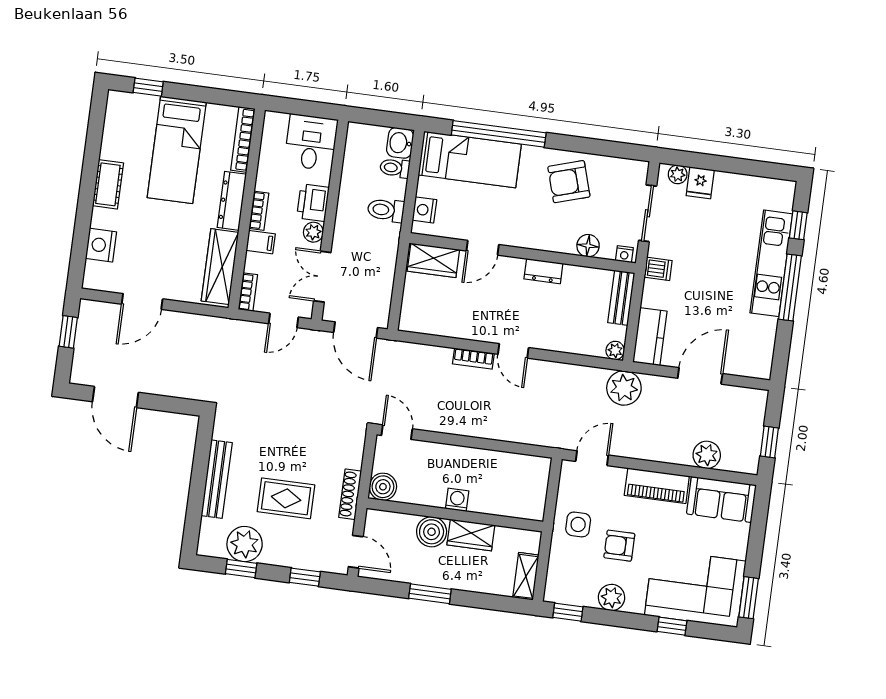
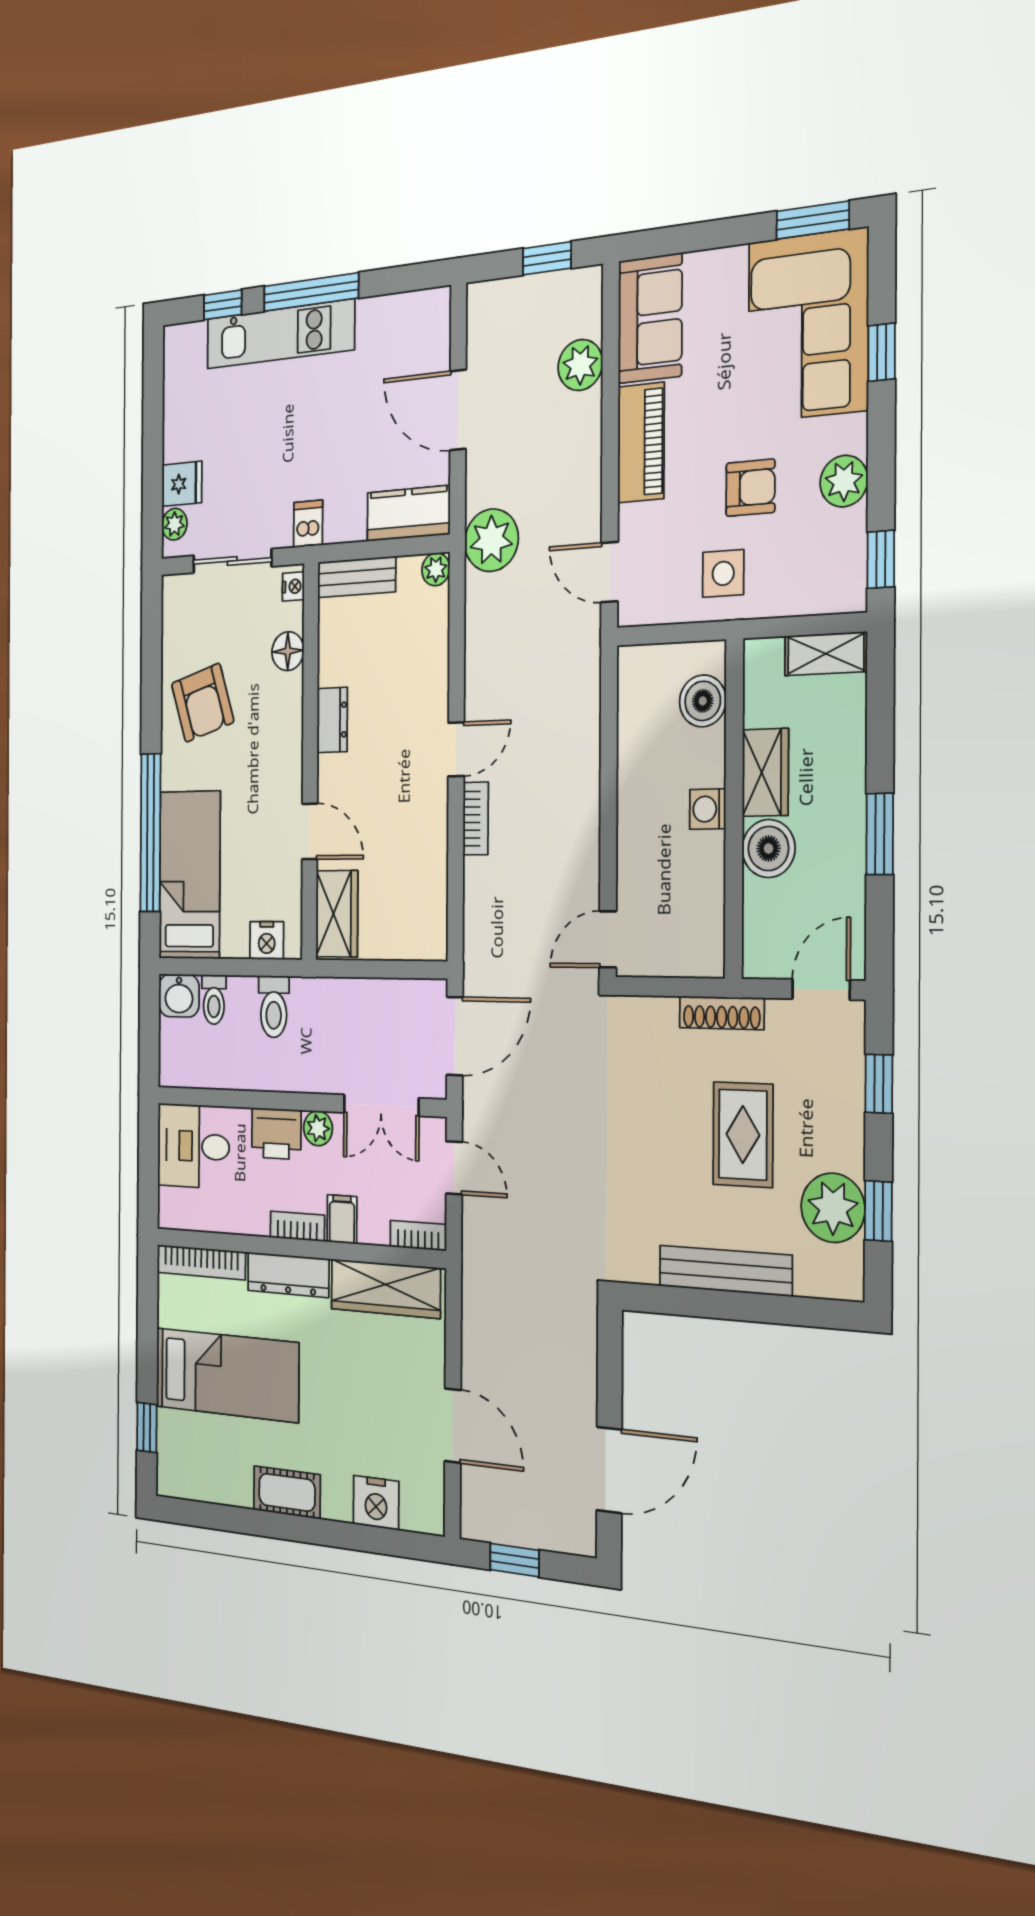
boiler: (383, 487) -> (703, 701), moved
armchair: (619, 546) -> (750, 488), turned -90

